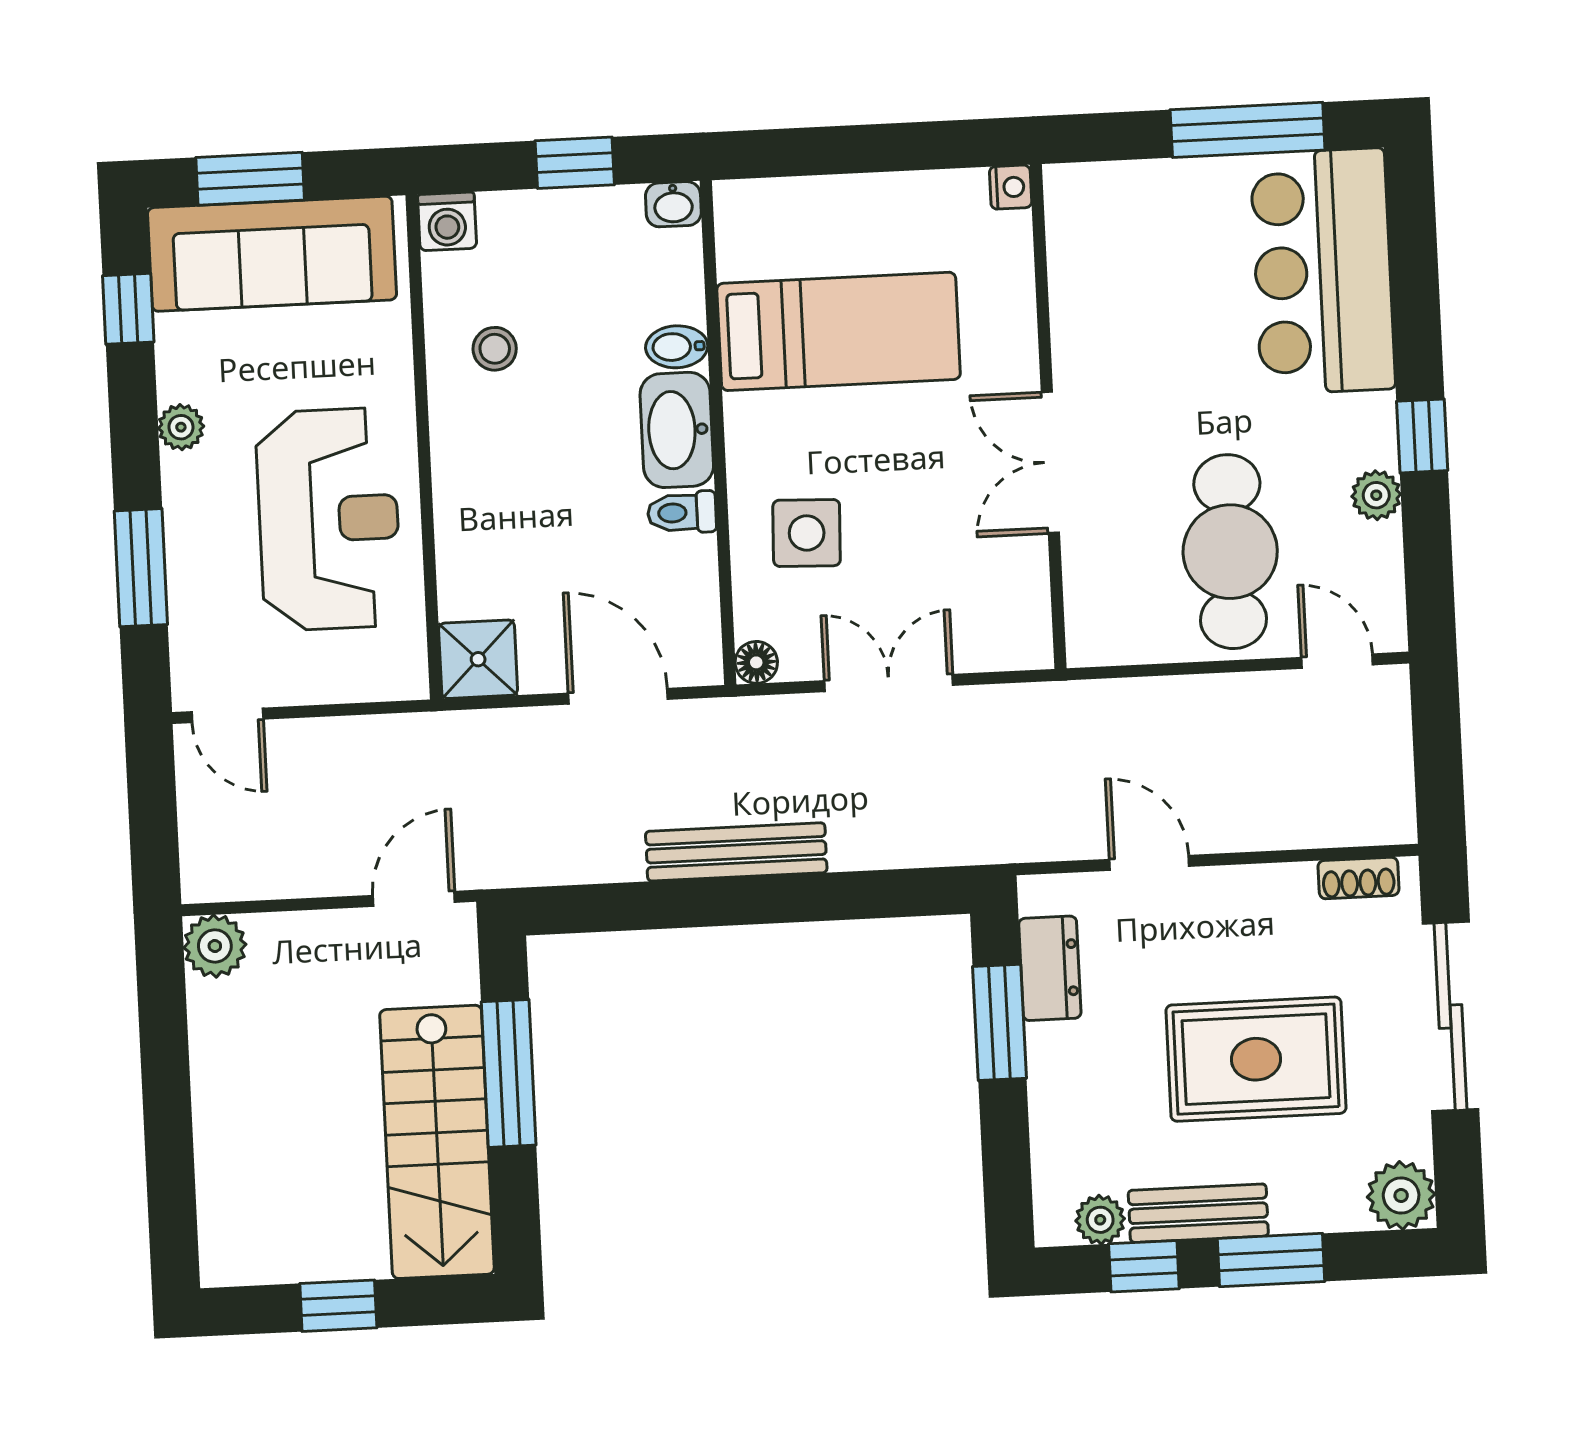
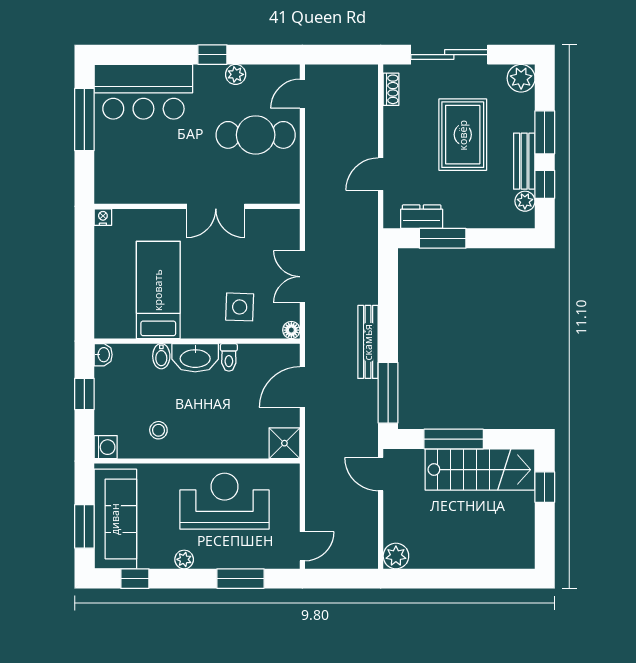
window: (614, 907) -> (388, 393), added
window: (338, 1306) -> (545, 487), moved

